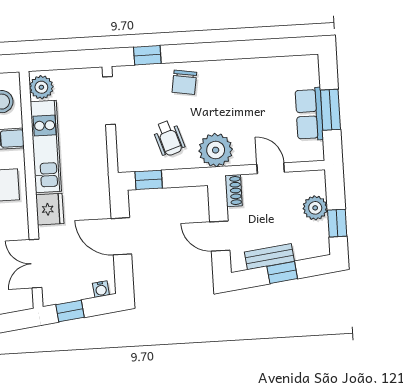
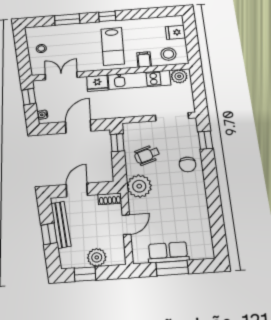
chair: (184, 82) -> (188, 164), turned -99
bench: (269, 257) -> (61, 225), width x1.36

